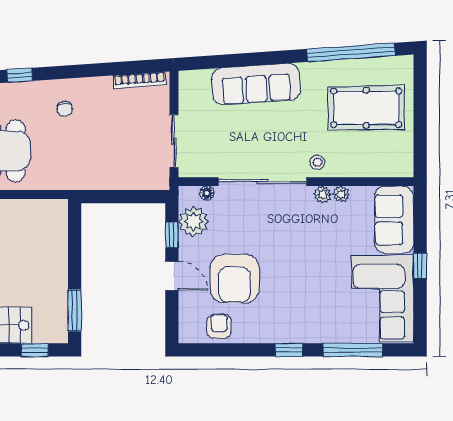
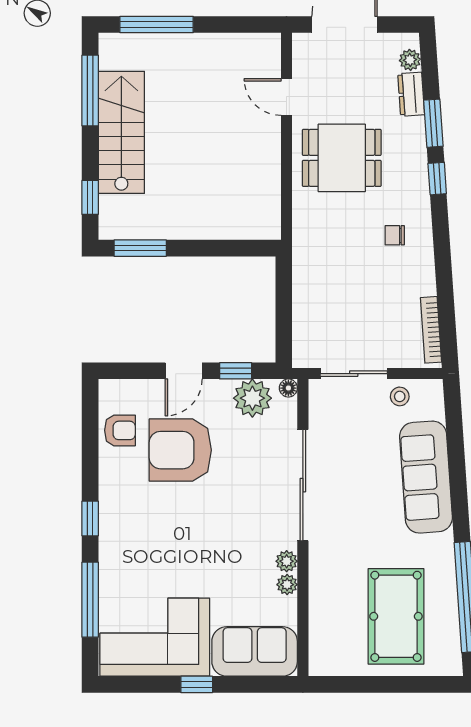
stool: (317, 162) -> (400, 396), moved
floor lamp: (207, 193) -> (288, 388), moved

